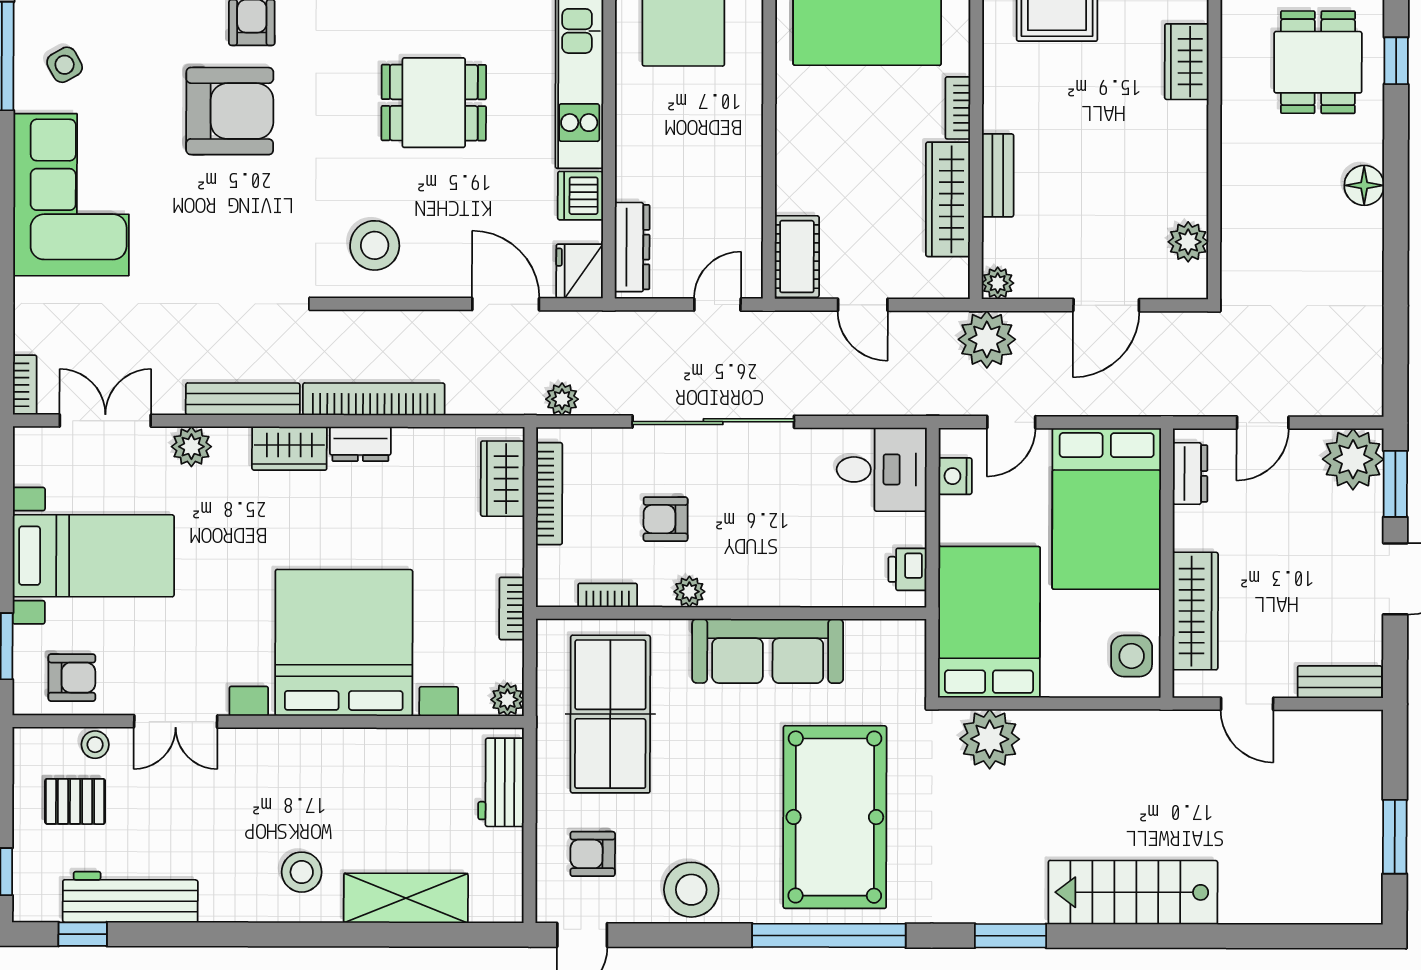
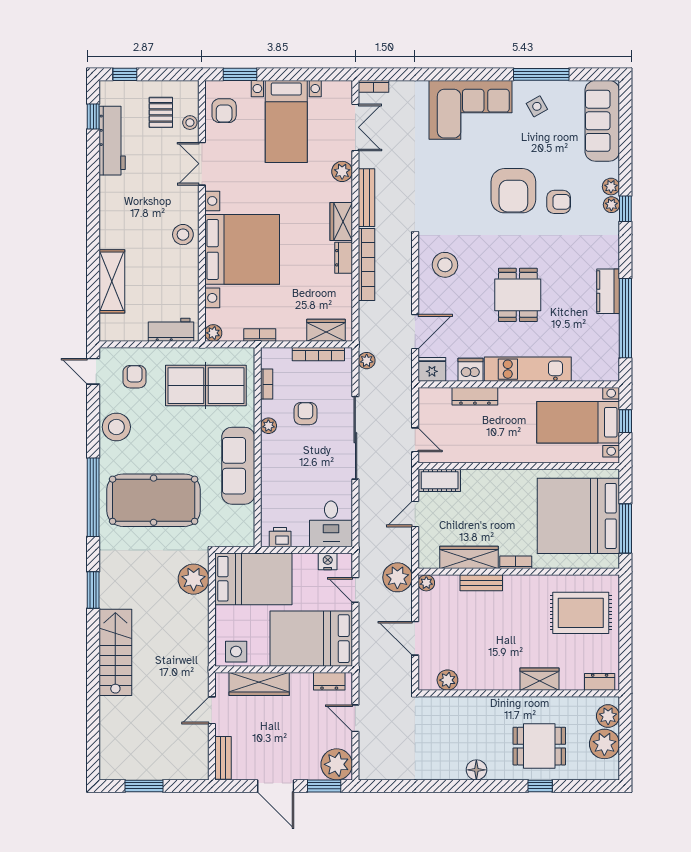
dresser: (632, 247) -> (475, 396), moved
stool: (302, 872) -> (183, 235), moved

